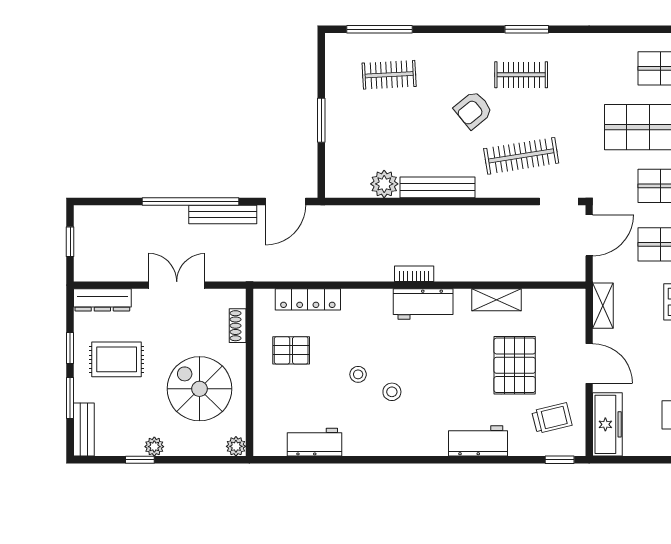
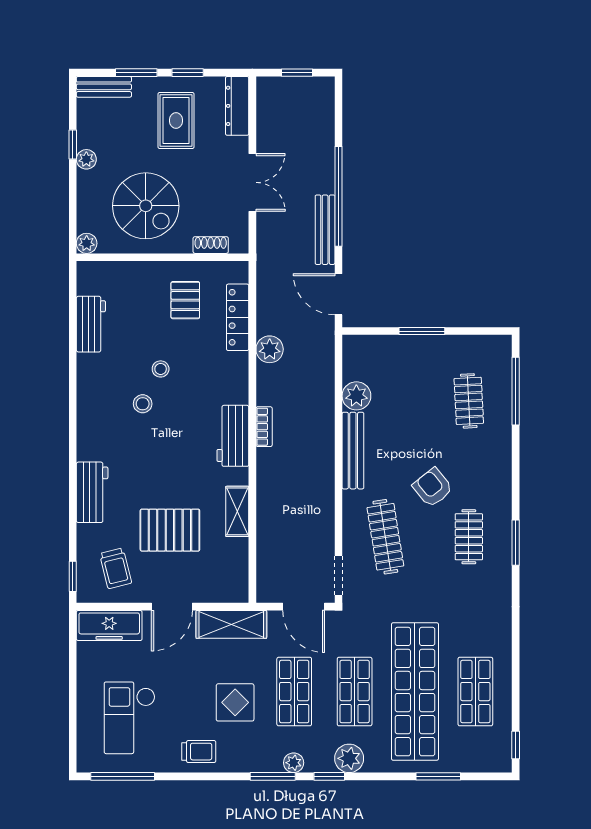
plant: (339, 268) -> (270, 349), added
shelving: (603, 306) -> (231, 624), width x1.50, depth x1.33
spiral stairs: (199, 389) -> (146, 206), turned 90

